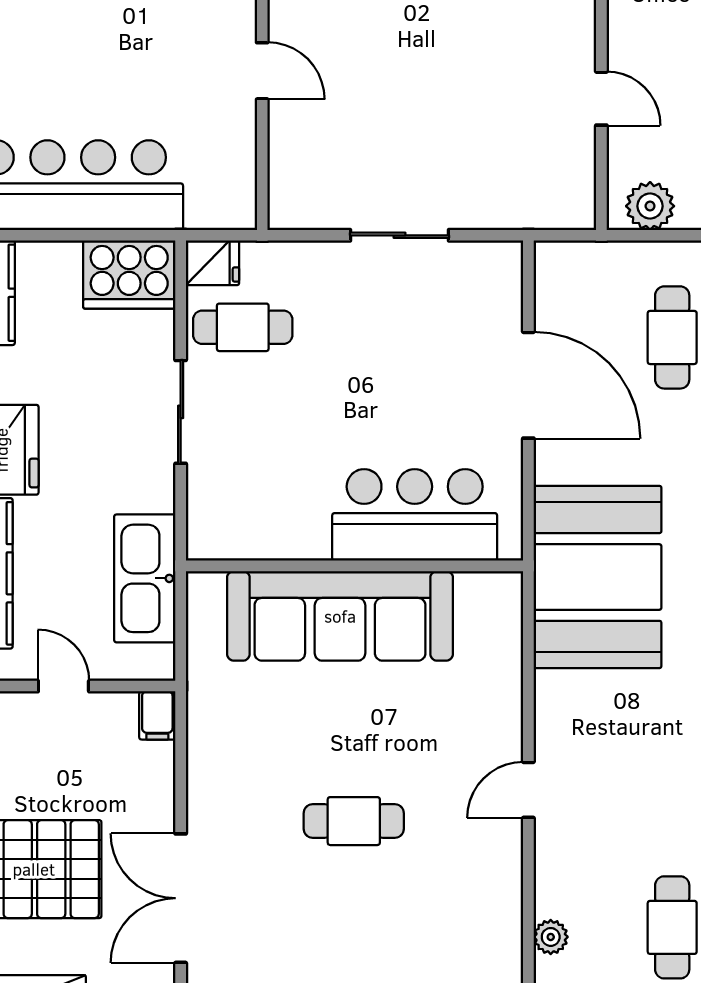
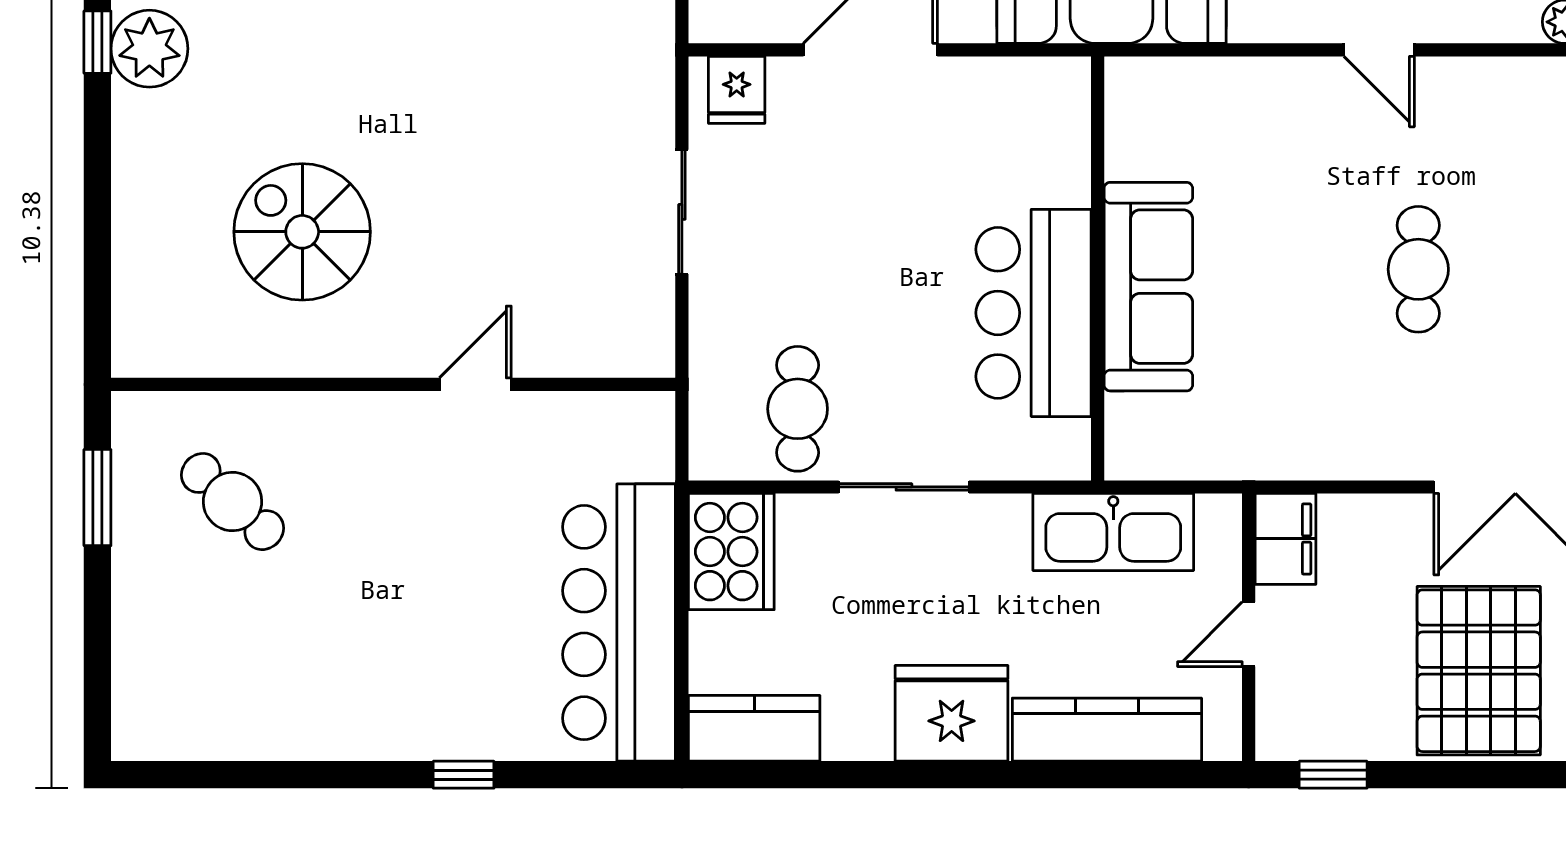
fridge: (212, 263) -> (737, 90), moved, turned 180
bar counter: (415, 515) -> (1033, 313), moved
sofa: (340, 616) -> (1148, 287), width x0.74, depth x0.79
filing cabinet: (157, 715) -> (1285, 539), width x2.00

